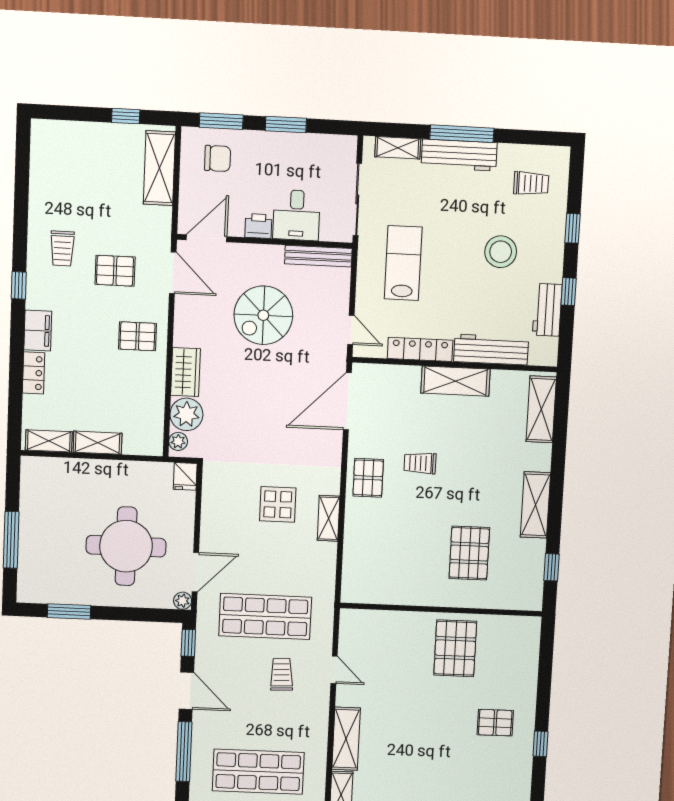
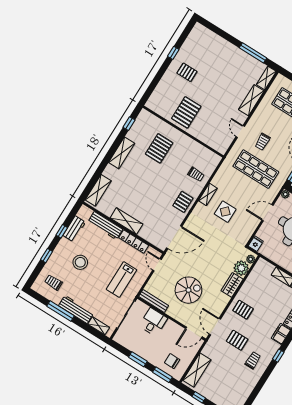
window: (462, 134) -> (61, 311), moved
printer: (258, 226) -> (171, 326), removed
trolley: (420, 463) -> (196, 174), moved
door: (195, 572) -> (267, 213), moved

